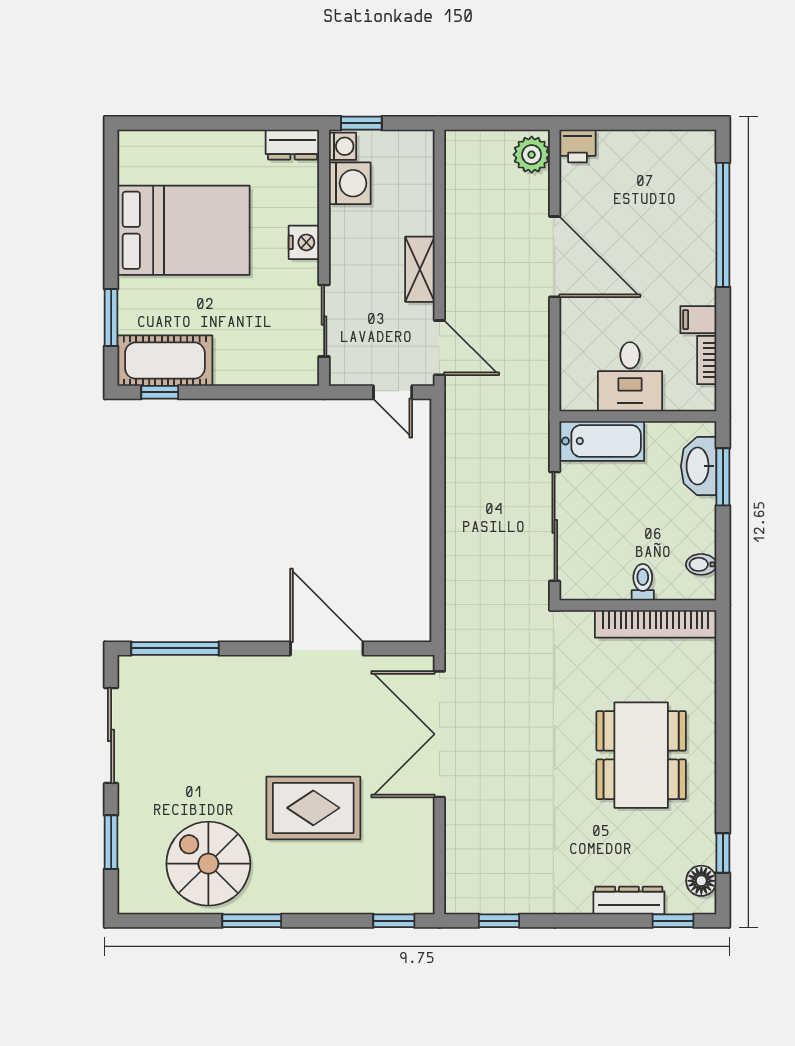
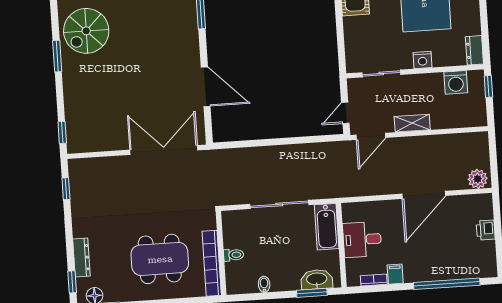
washing machine: (343, 146) -> (475, 77), removed
printer: (578, 146) -> (486, 230), moved
toilet: (643, 582) -> (234, 255), moved
wall: (638, 605) -> (221, 253), moved
bookcase: (656, 624) -> (212, 263), moved
door: (327, 648) -> (206, 87), hinge flipped
rug: (313, 808) -> (120, 85), removed
spiral stairs: (208, 864) -> (86, 31), turned 180

